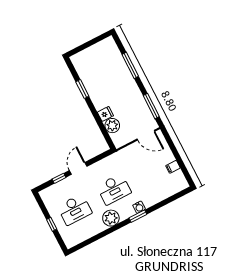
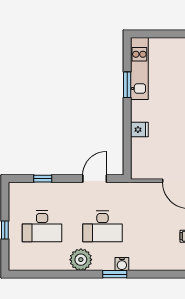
kitchen unit: (85, 74) -> (139, 69), added
plant: (112, 126) -> (141, 148), removed
door: (78, 168) -> (95, 179), moved

